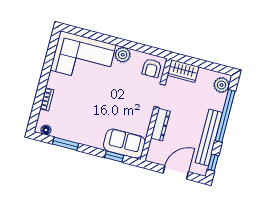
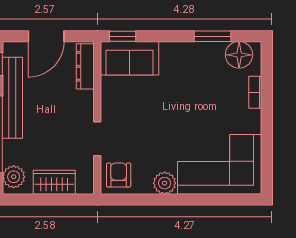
wardrobe: (183, 71) -> (54, 182), moved
dresser: (160, 125) -> (85, 66), moved
floor lamp: (46, 130) -> (239, 55), width x1.89, depth x1.89
window: (114, 156) -> (123, 36), moved

